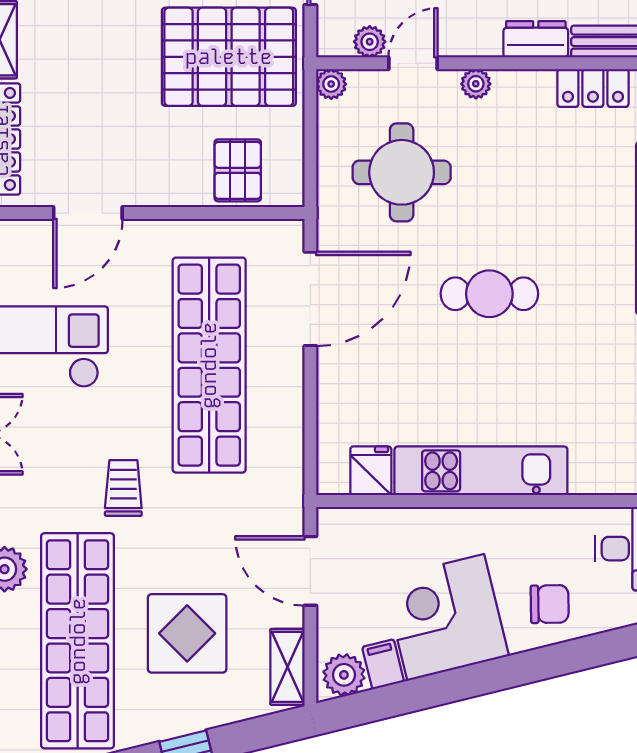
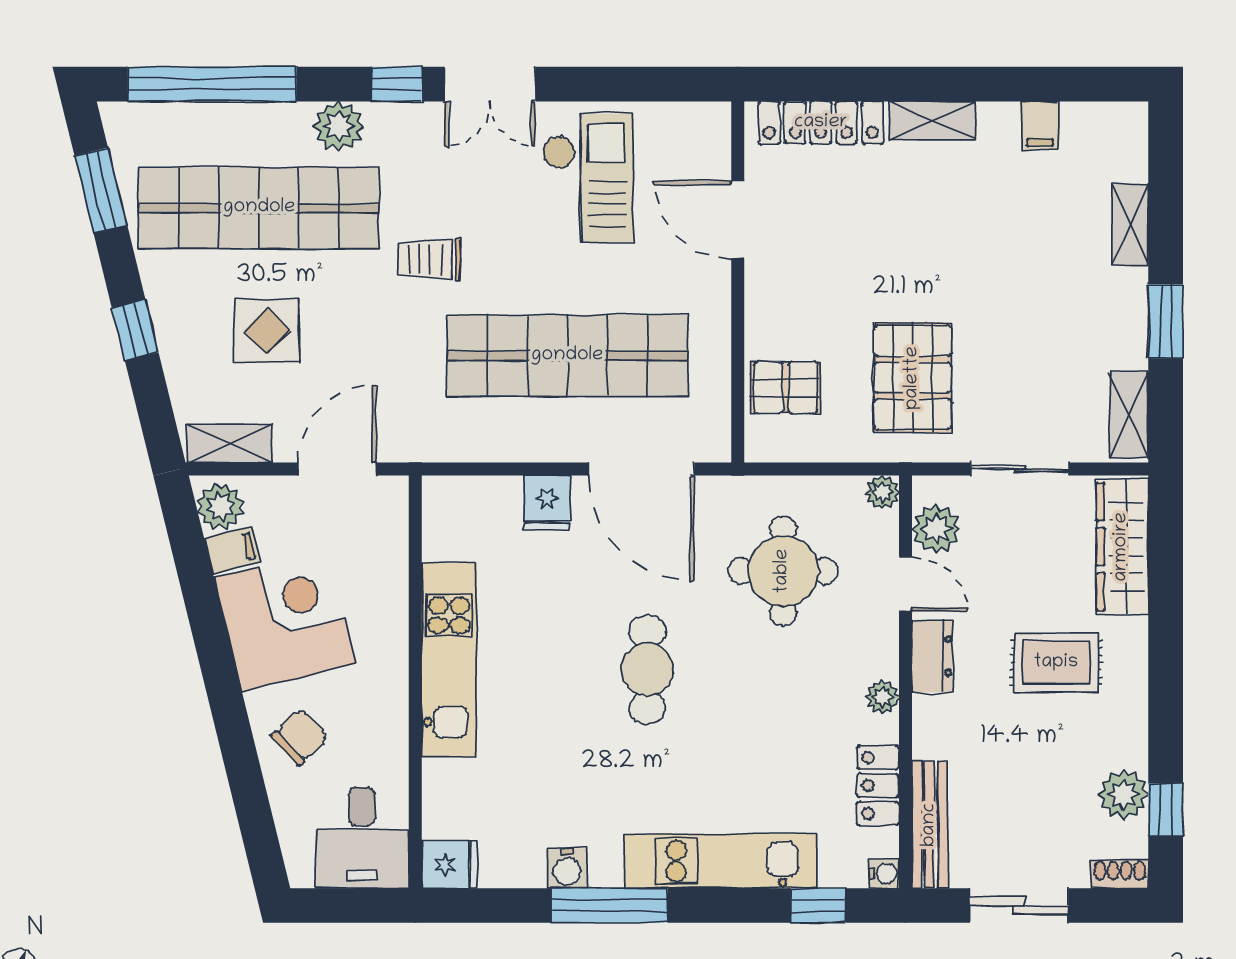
dresser: (536, 39) -> (932, 656), moved
plant: (370, 42) -> (936, 529), width x1.38, depth x1.38
pallet: (229, 57) -> (913, 378), width x0.73, depth x0.71
plant: (476, 84) -> (883, 697), moved
fridge: (371, 471) -> (547, 503), moved, turned 90
trolley: (123, 488) -> (430, 259), turned 180
chair: (550, 604) -> (300, 737), turned -132
display table: (187, 633) -> (267, 331), width x0.73, depth x0.73

